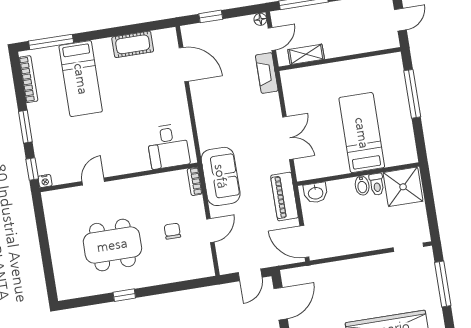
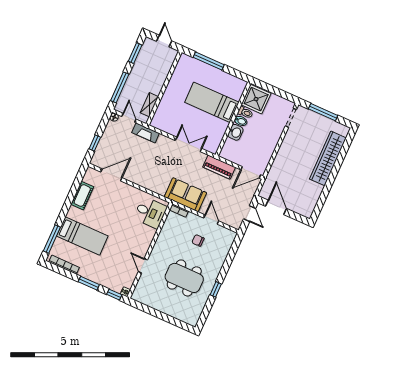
washbasin: (316, 193) -> (235, 132), moved
dining table: (112, 245) -> (184, 278), turned 90

